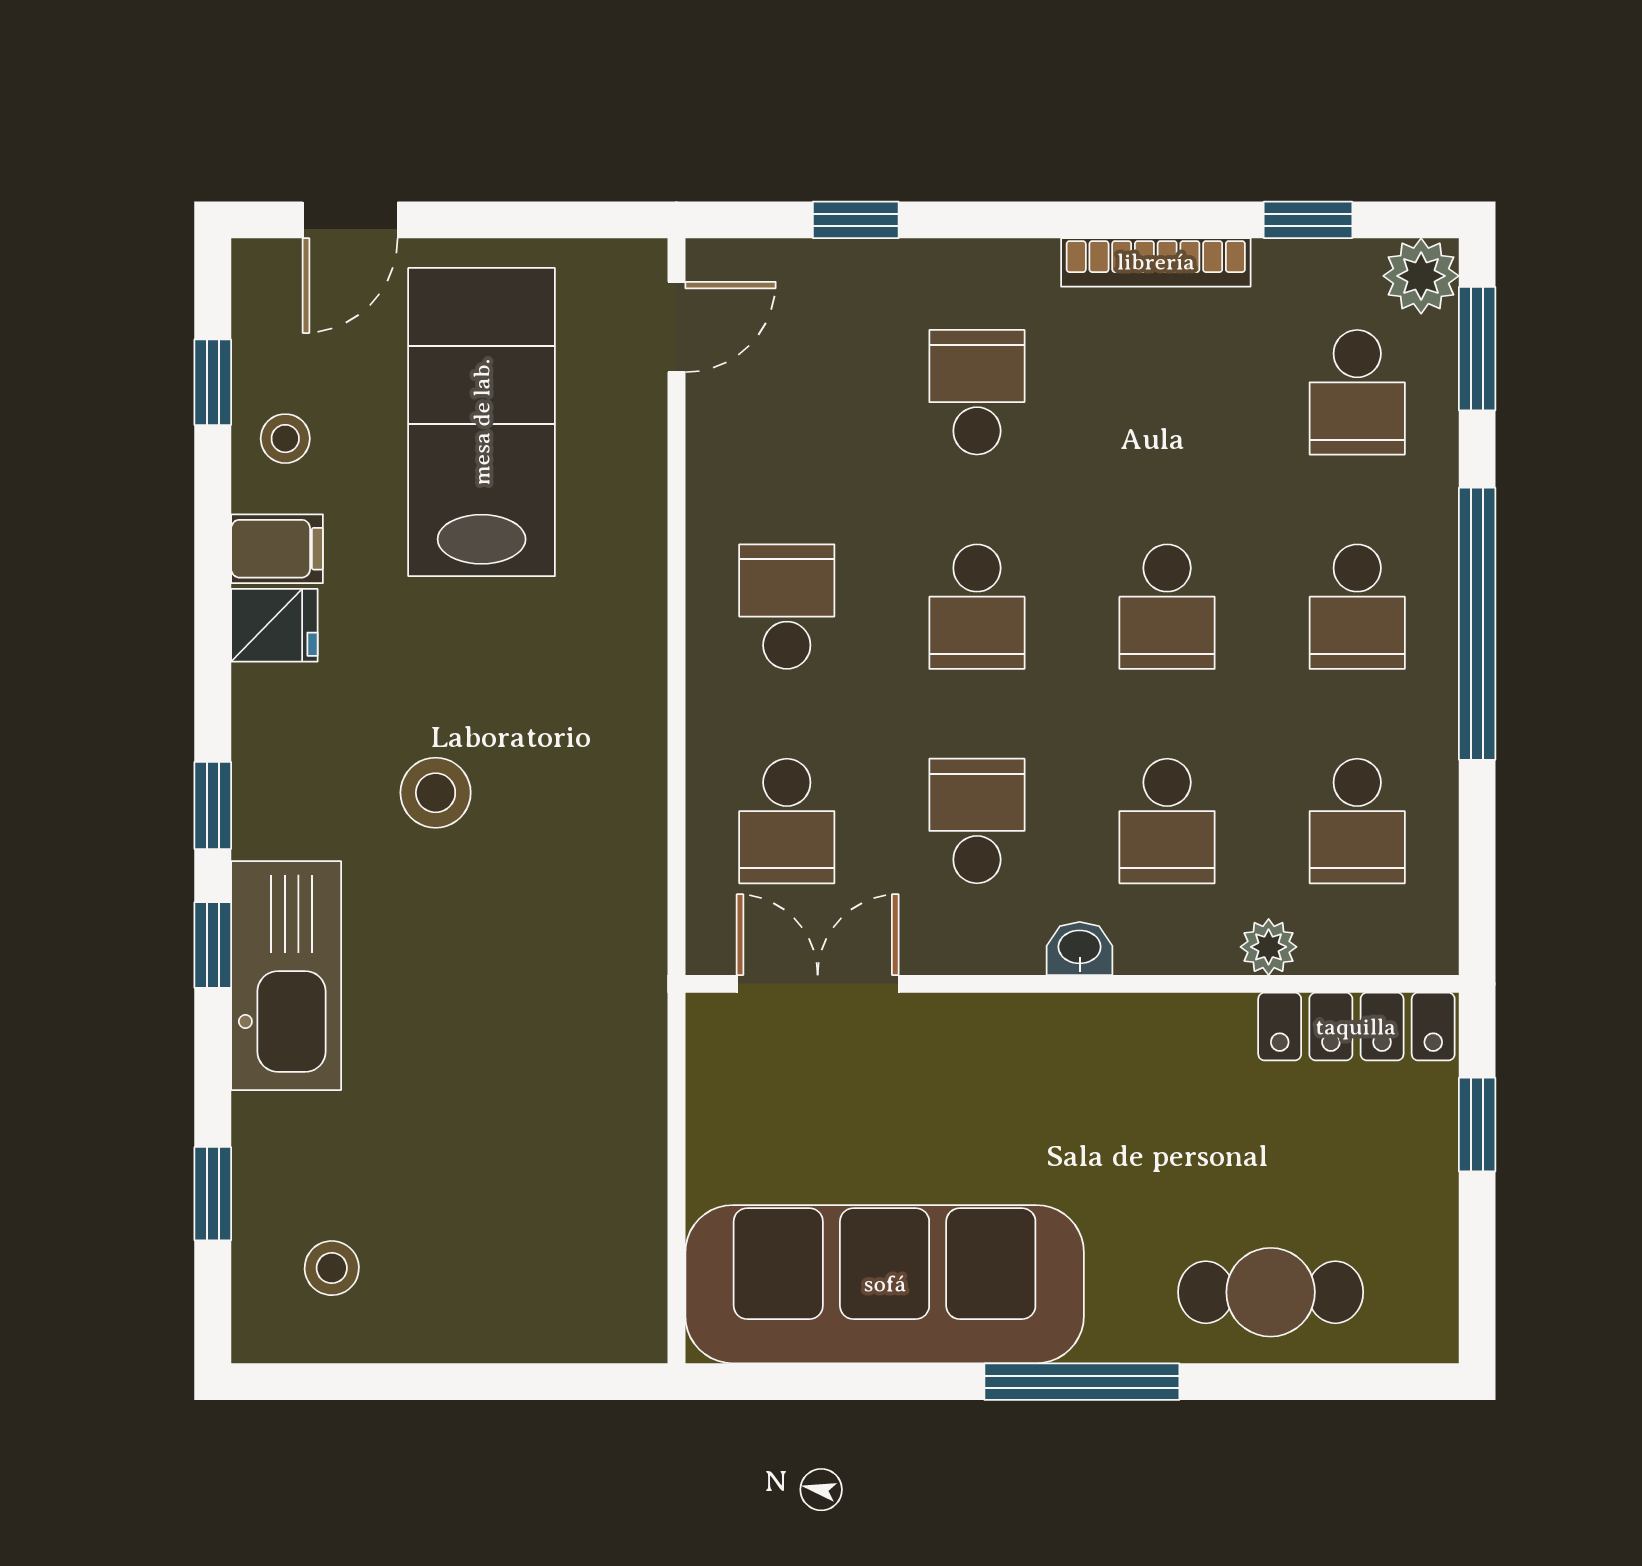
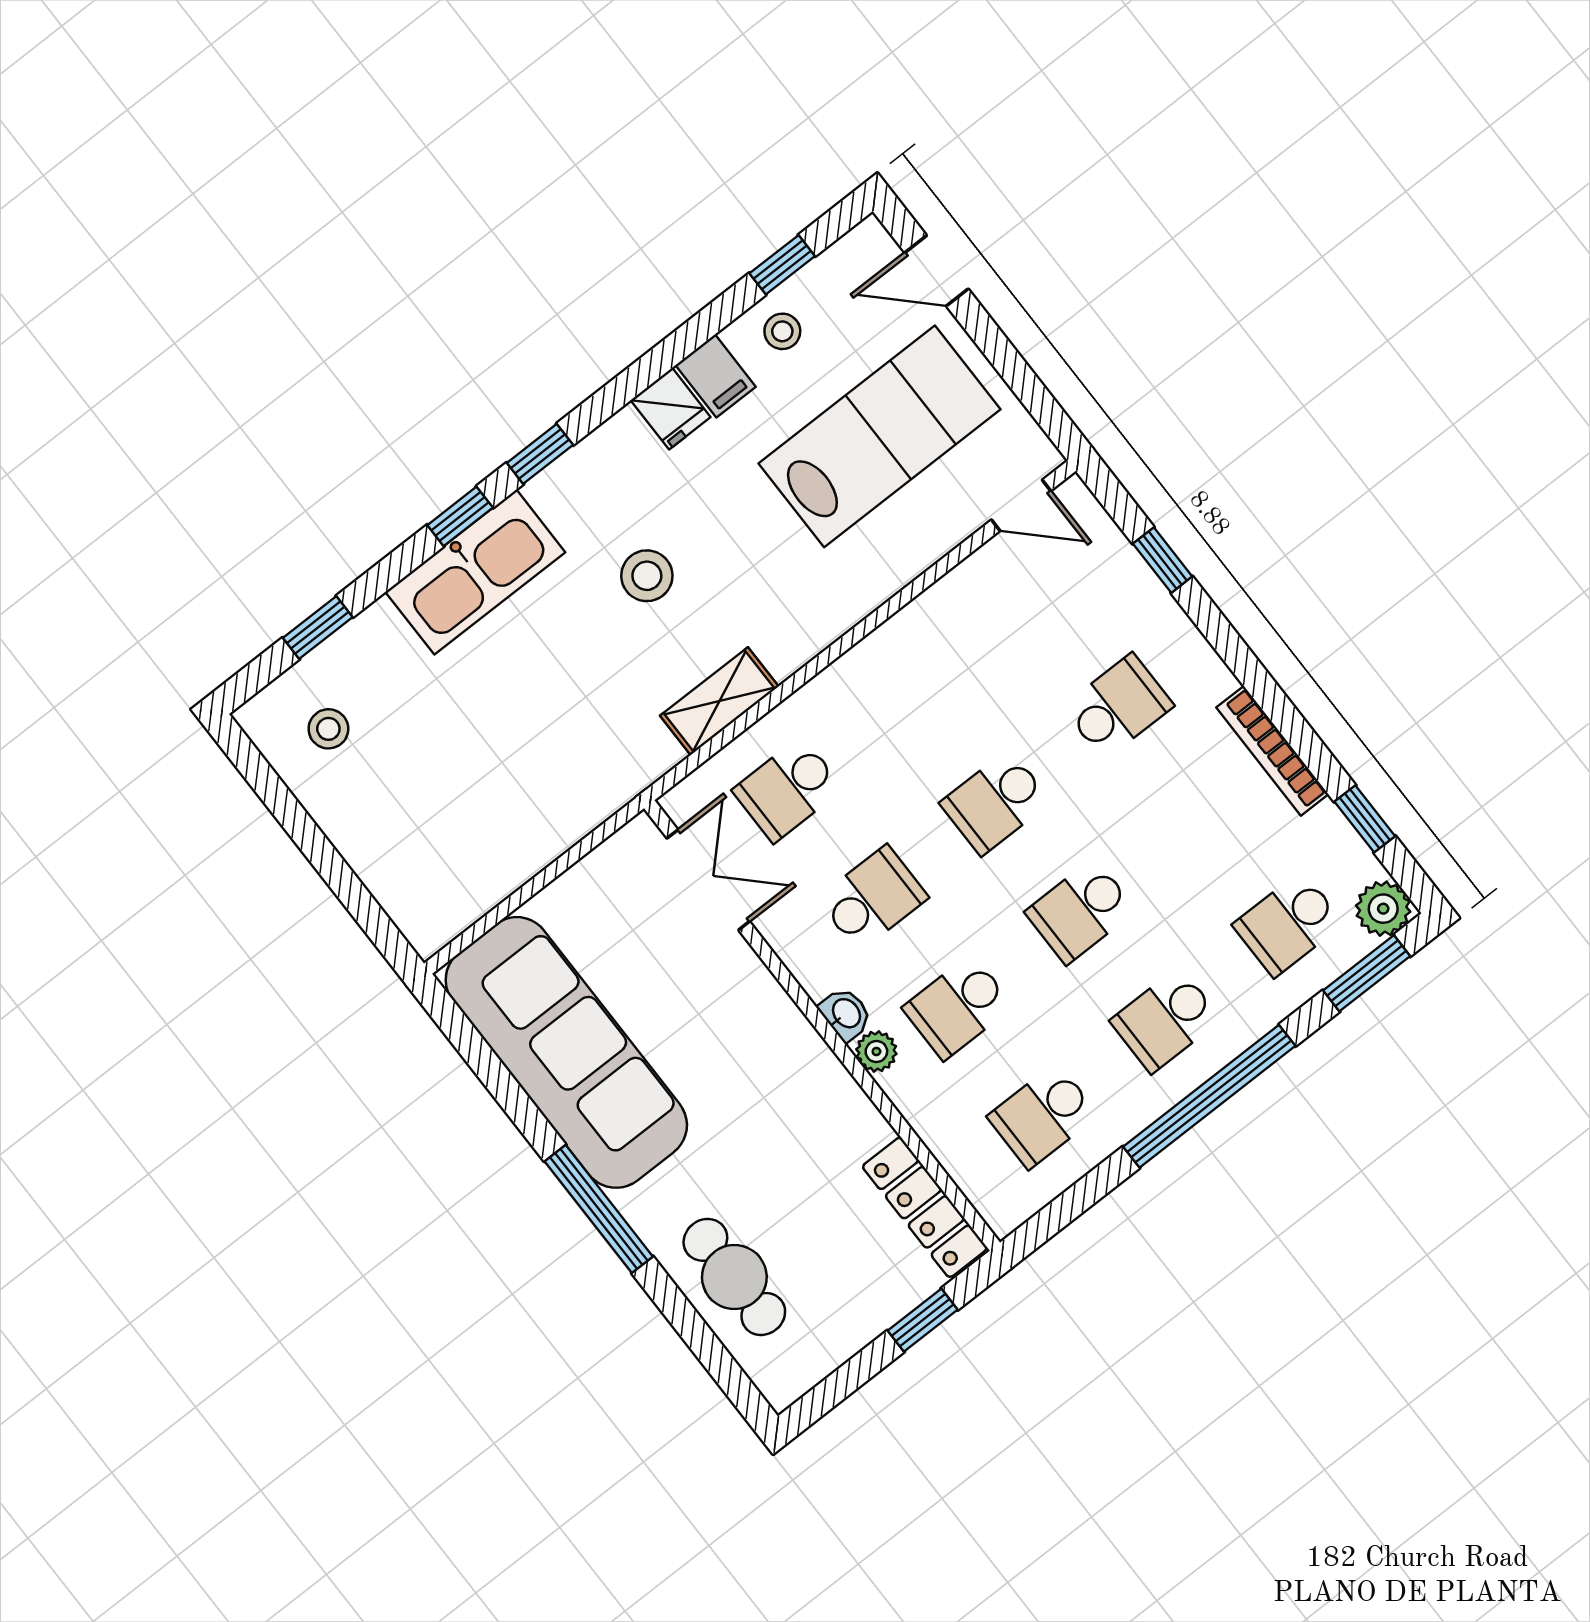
school desk: (787, 607) -> (910, 694), removed
shelving: (633, 820) -> (719, 701), added
plant: (1269, 947) -> (876, 1051), moved

